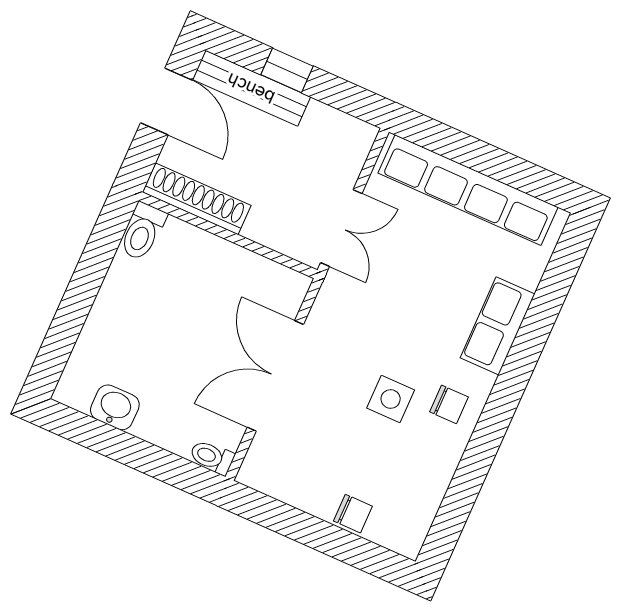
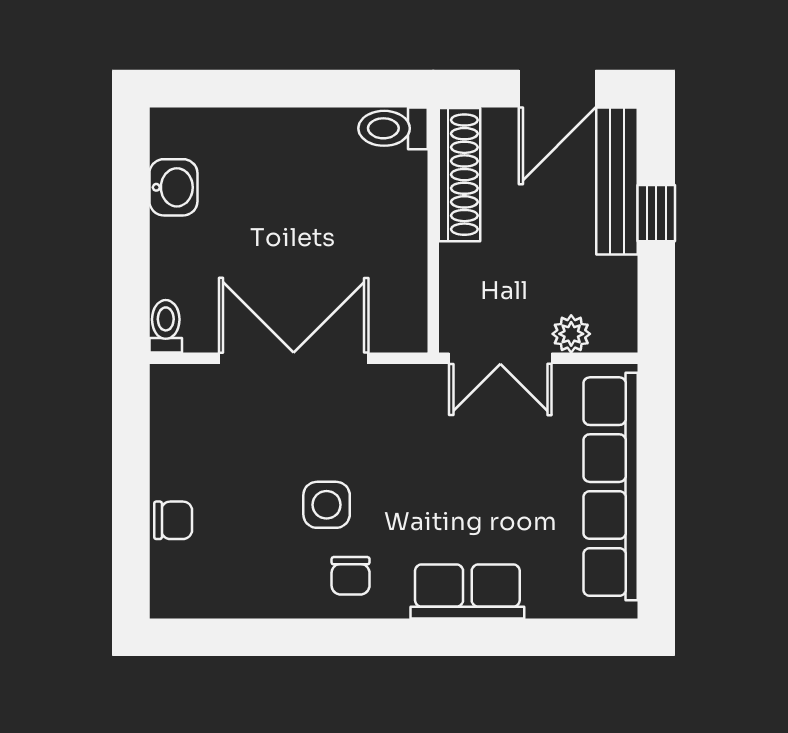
plant: (346, 170) -> (571, 334), added
chair: (353, 514) -> (173, 520), turned -90

